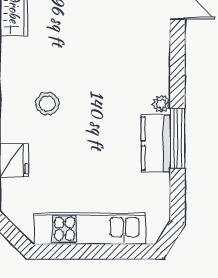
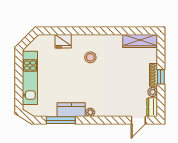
window: (177, 138) -> (61, 120), moved

